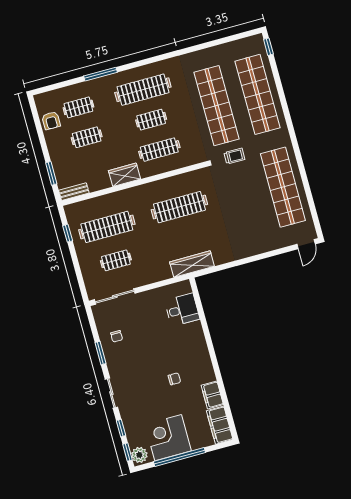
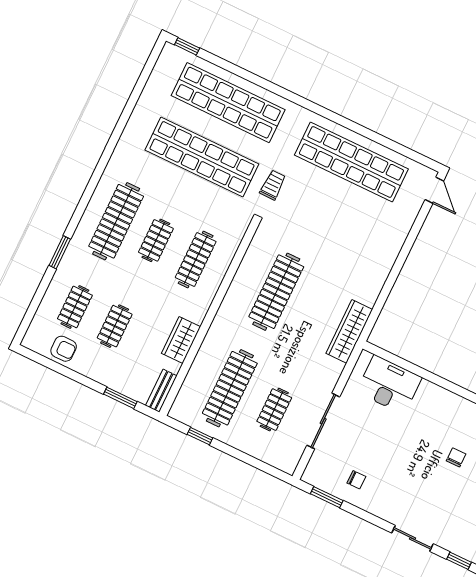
window: (100, 74) -> (60, 252), width x0.69
wardrobe: (124, 175) -> (181, 340), moved
sliding door: (115, 296) -> (323, 421), moved
desk: (182, 310) -> (389, 385), width x1.37
window: (100, 353) -> (327, 497), moved

